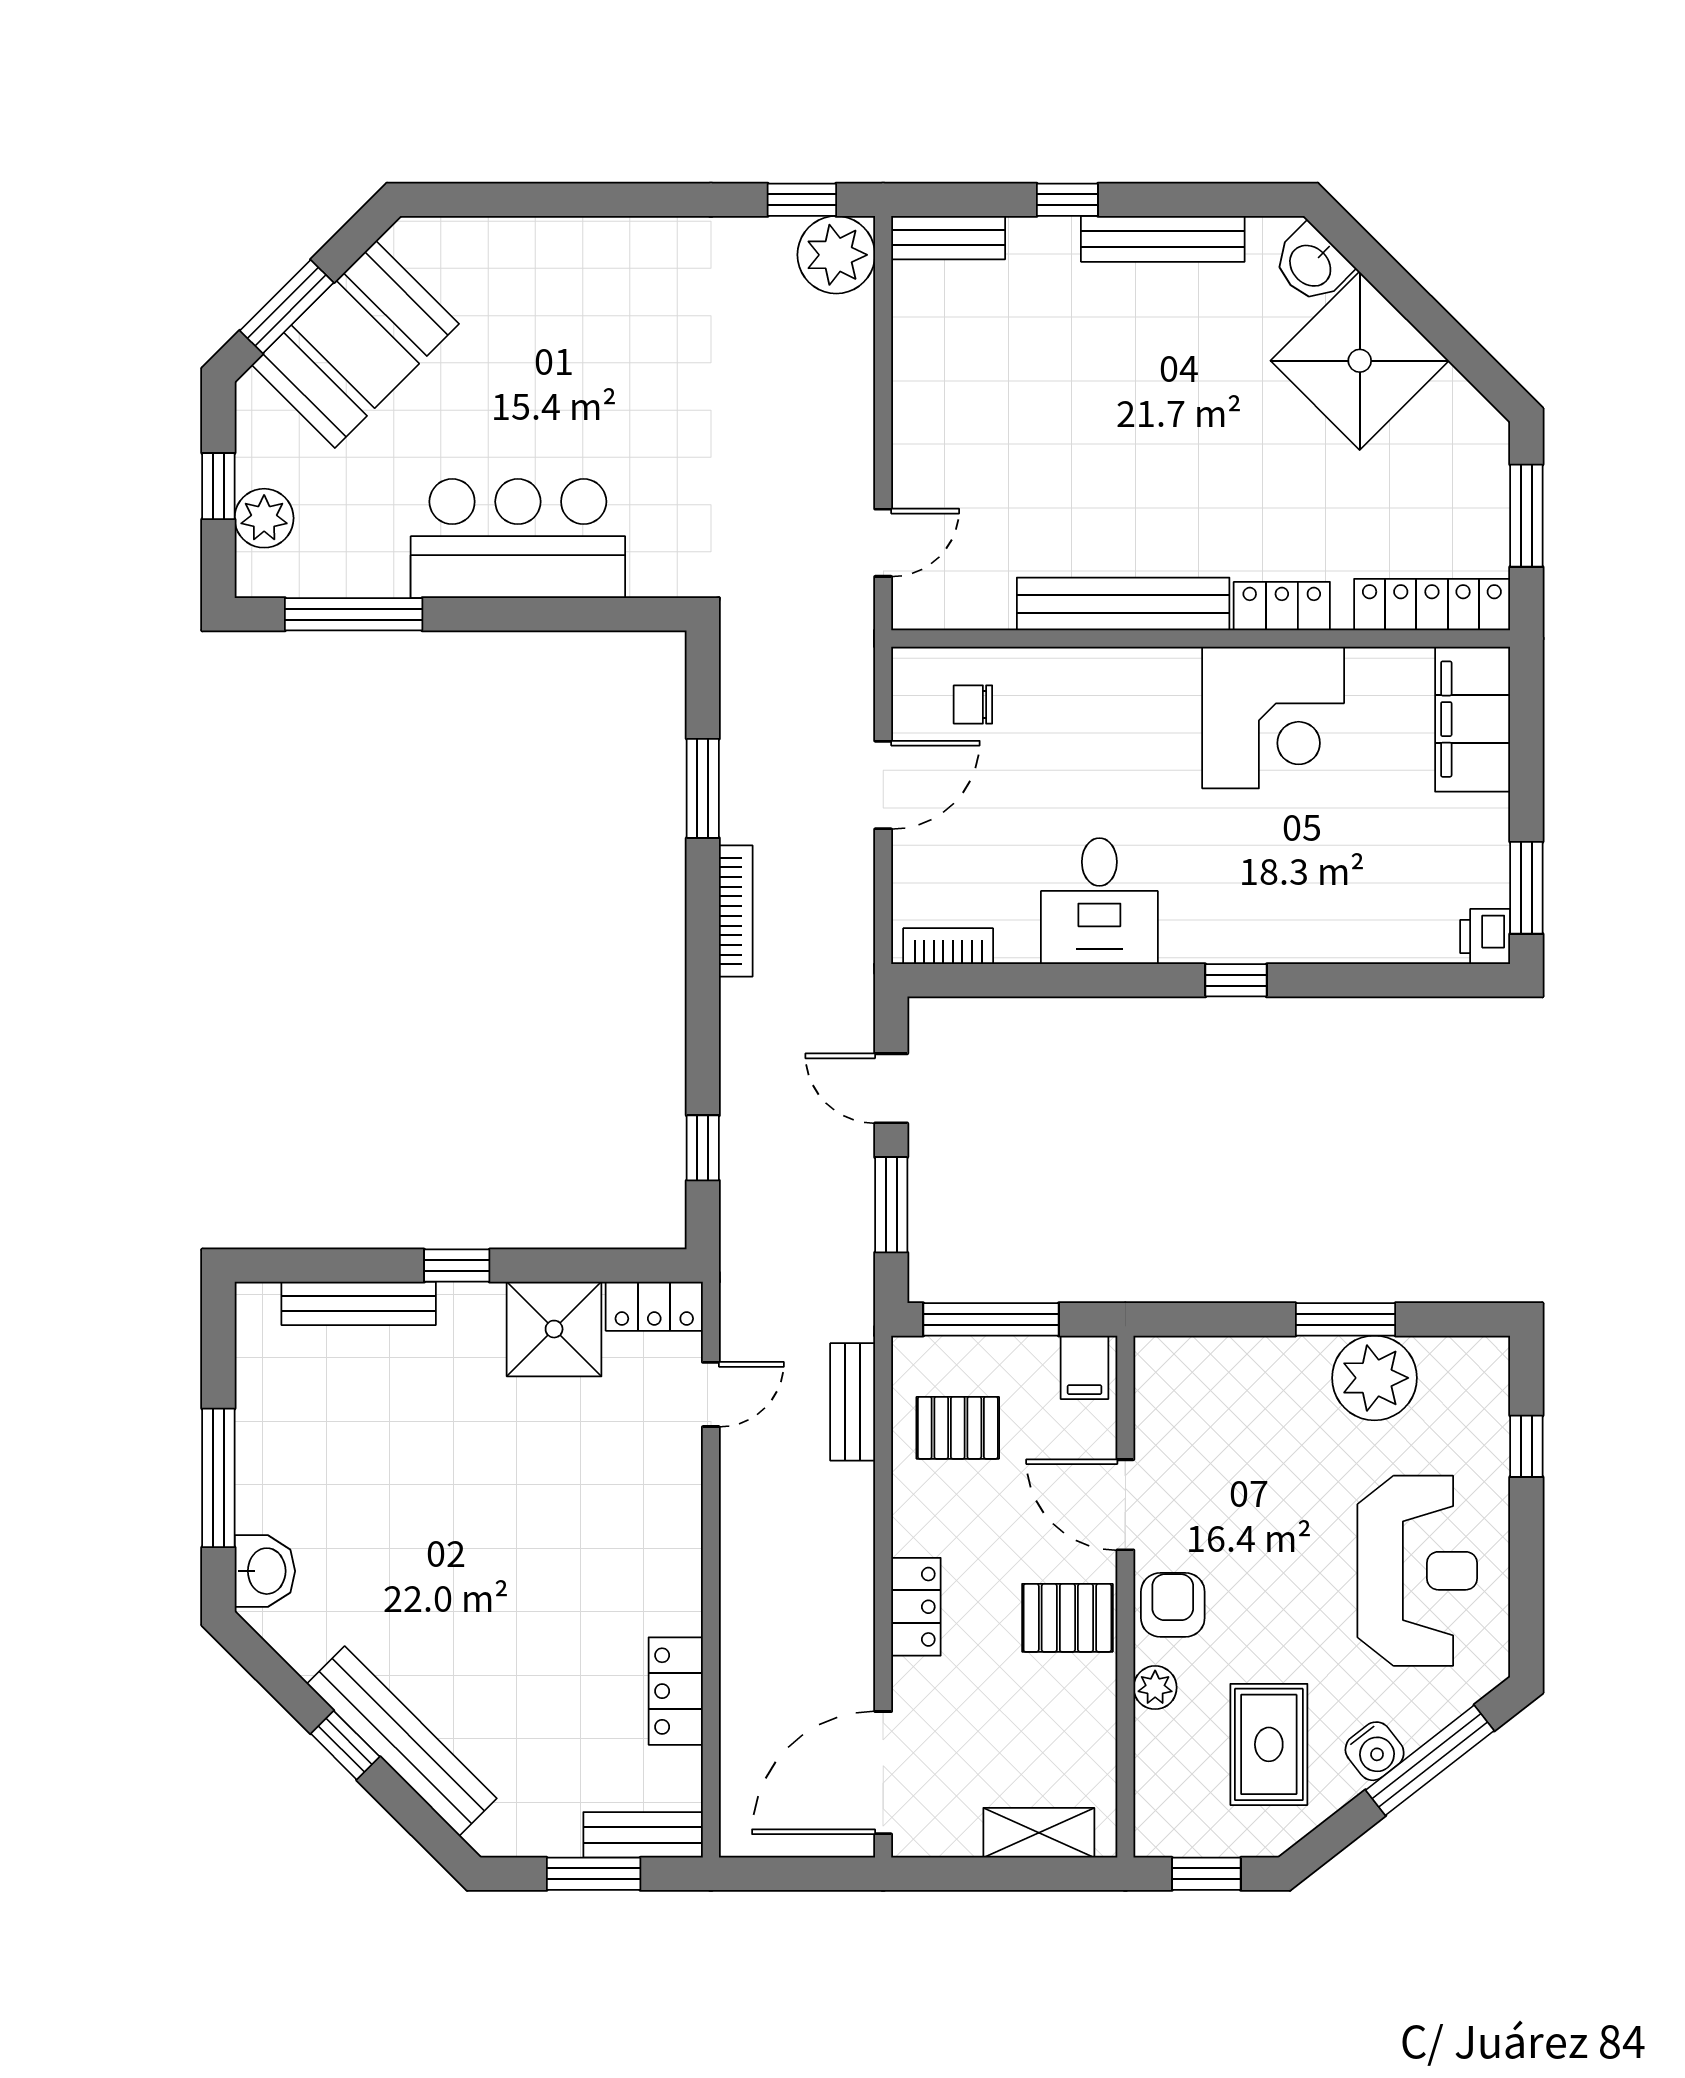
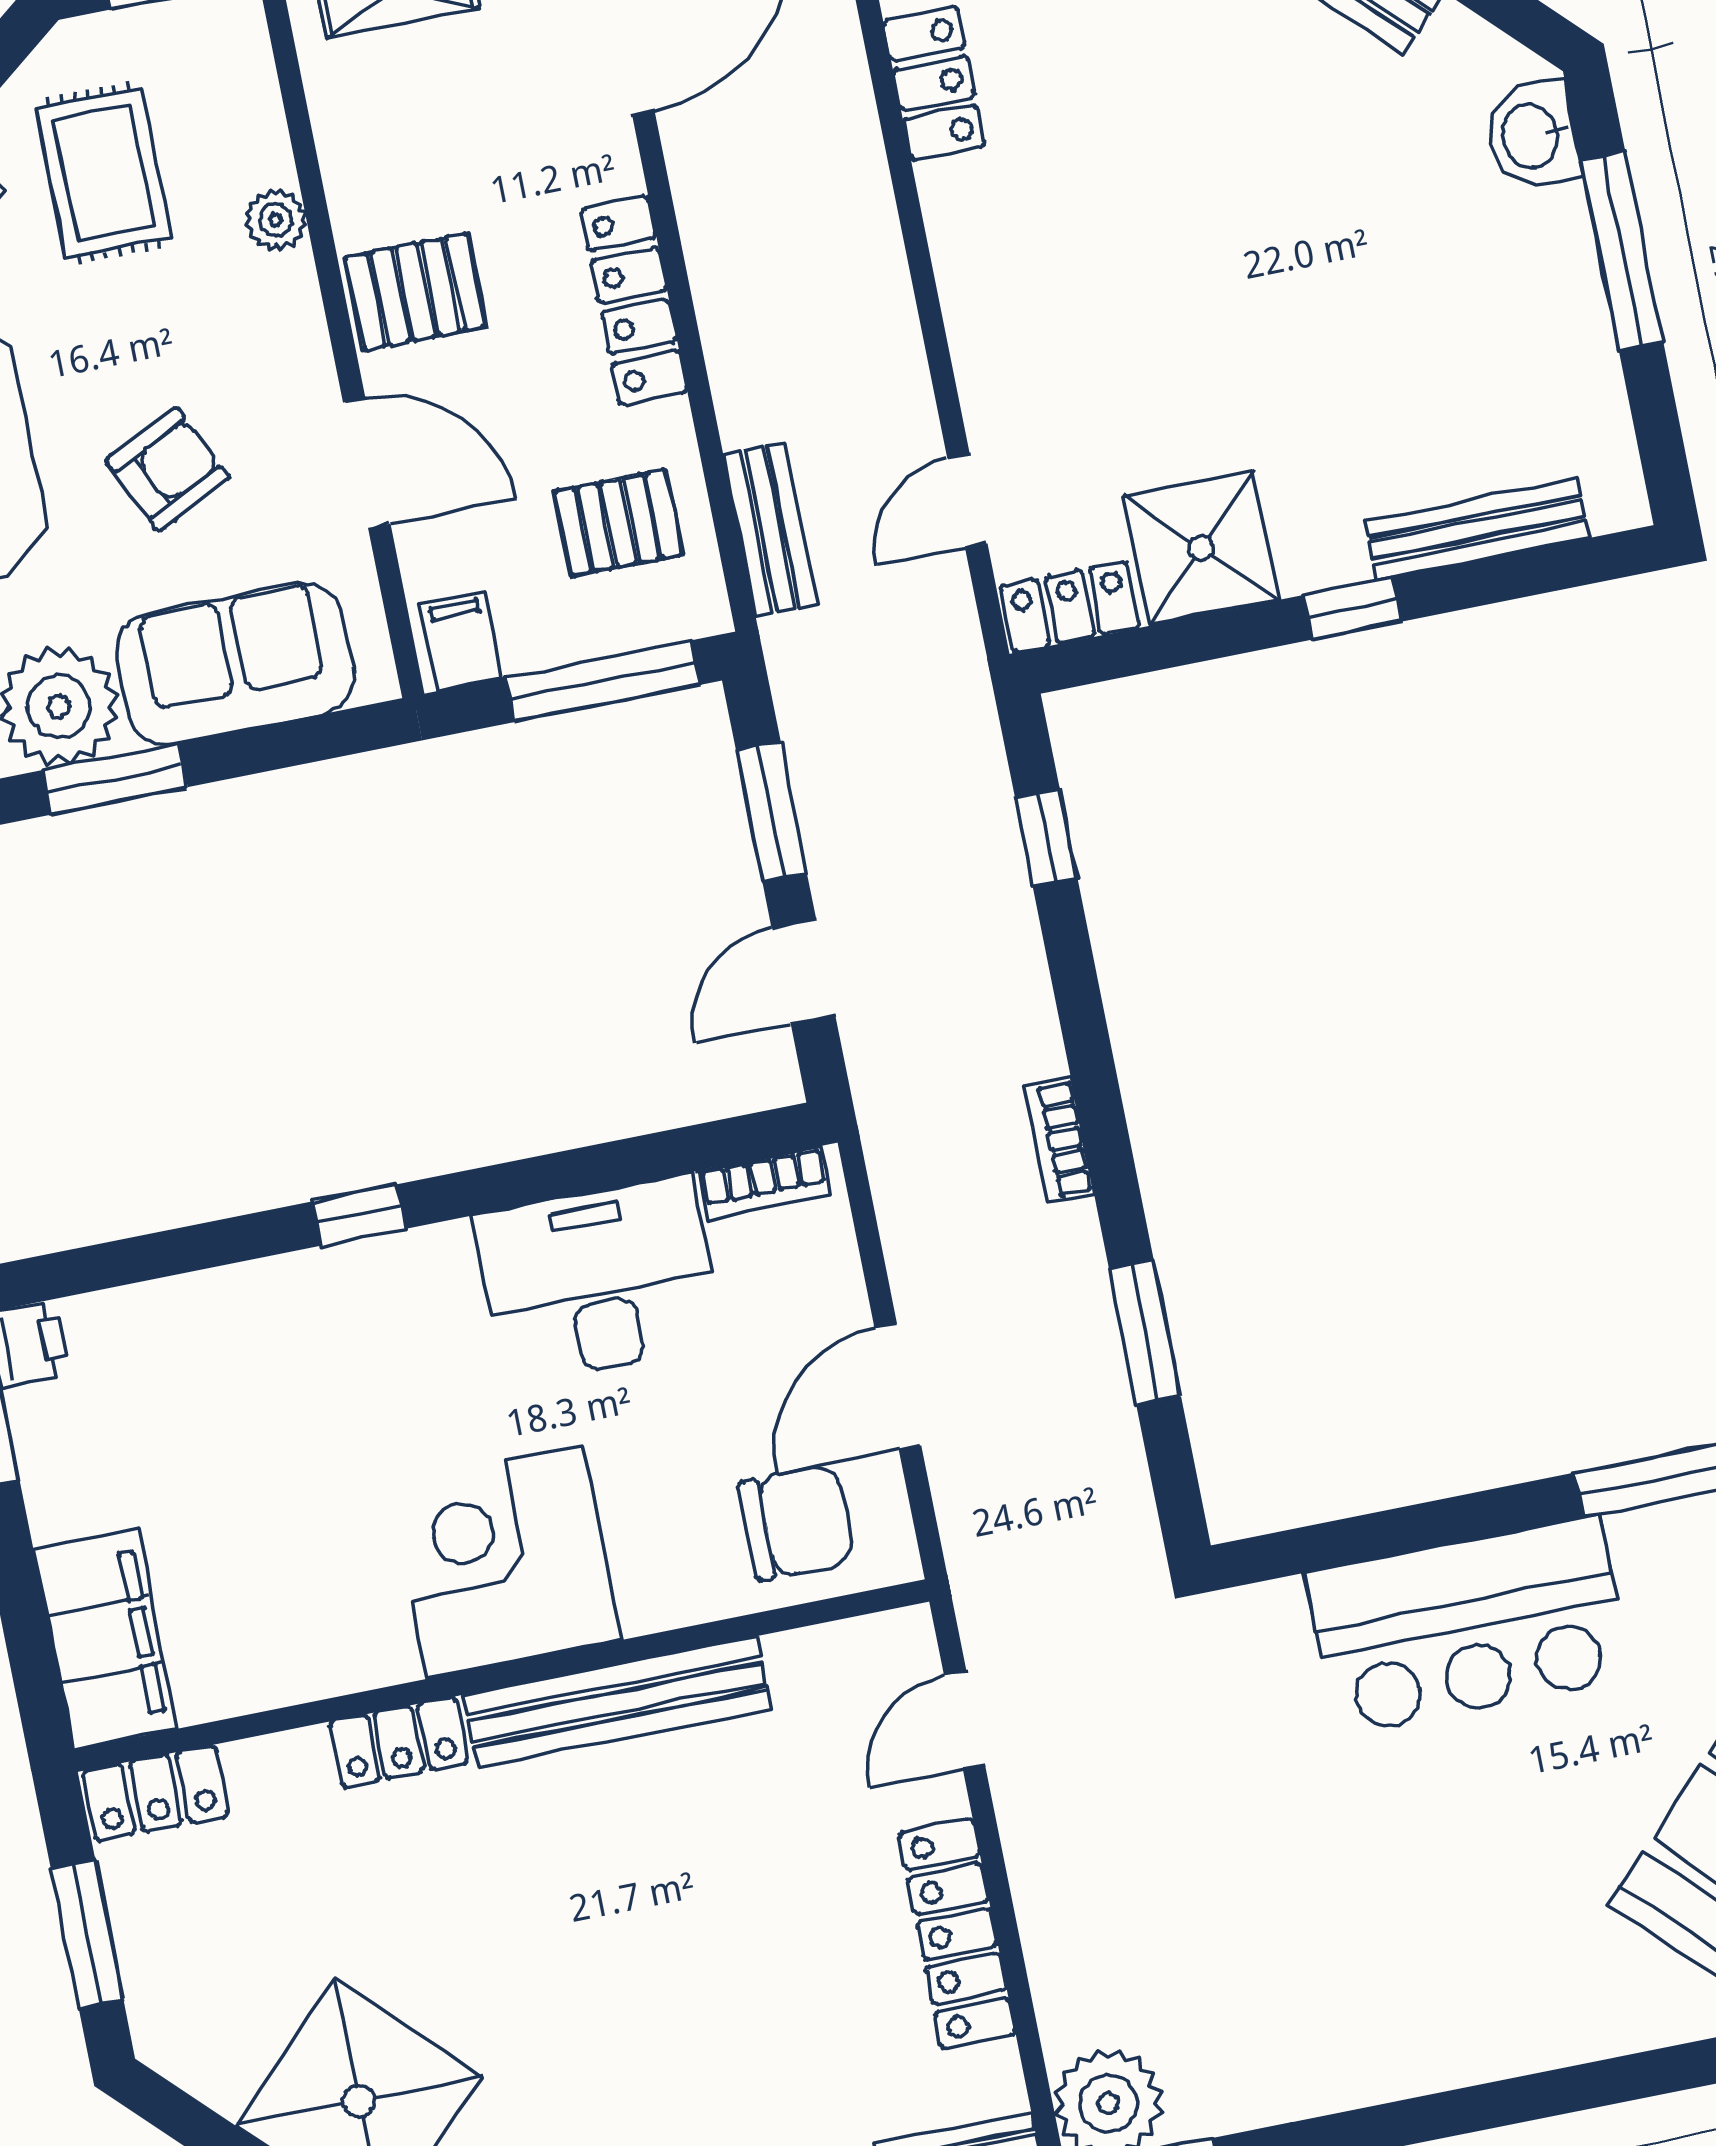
locker: (918, 394) -> (957, 1934), added
locker: (1432, 605) -> (156, 1793), width x0.66
chair: (973, 704) -> (797, 1522), width x1.87, depth x1.87
corner desk: (1273, 717) -> (505, 1562), moved
desk: (1099, 901) -> (599, 1280), width x1.37
bookcase: (736, 911) -> (1059, 1140), width x0.64
door: (891, 1088) -> (803, 972), swing flipped
sofa: (1246, 1383) -> (235, 664), added
armchair: (1173, 1605) -> (168, 469), moved, turned -116
locker: (916, 1607) -> (634, 301), width x1.53

